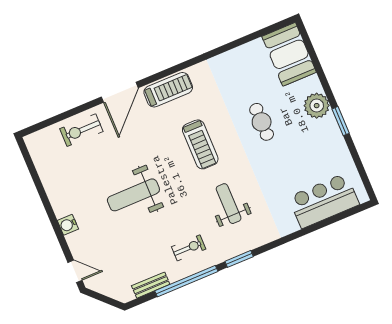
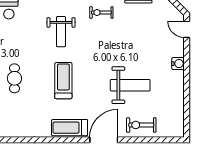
exercise bike: (81, 130) -> (141, 125), turned 180
weight bench: (133, 195) -> (130, 85), moved

